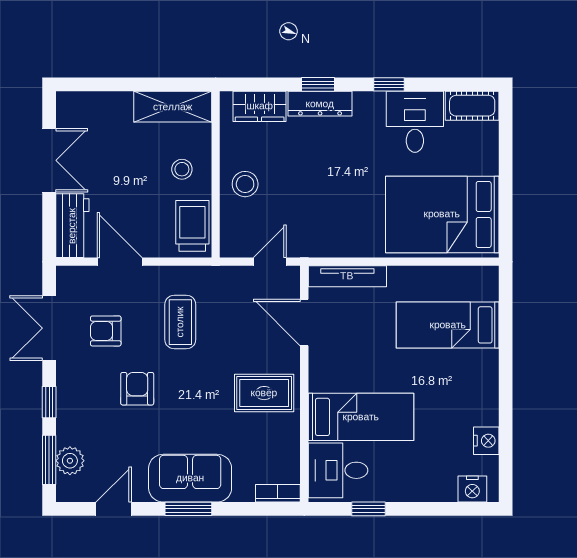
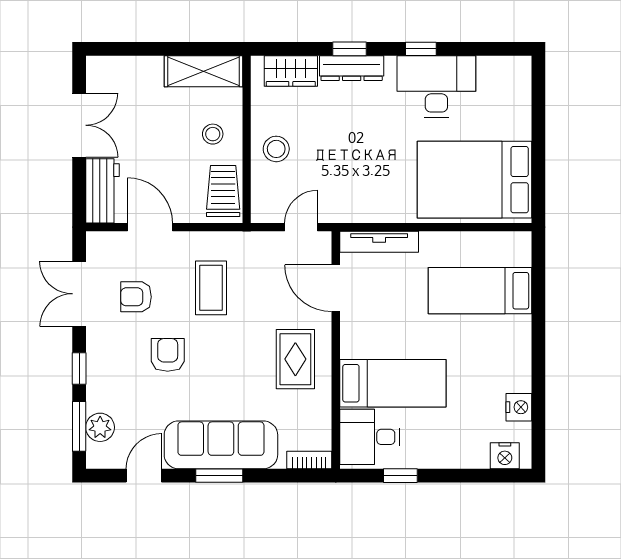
cot: (472, 106) -> (505, 70), removed
desk: (415, 122) -> (436, 86), width x1.37
rug: (264, 393) -> (295, 359), turned 90
sofa: (190, 478) -> (221, 445), width x1.36

